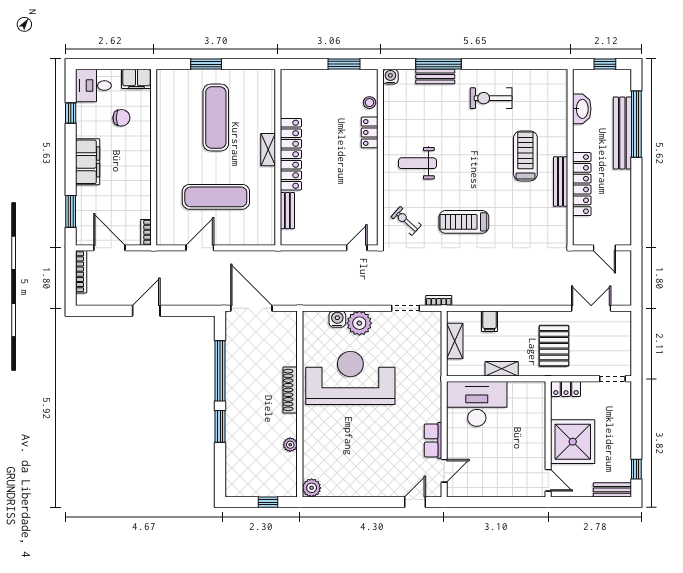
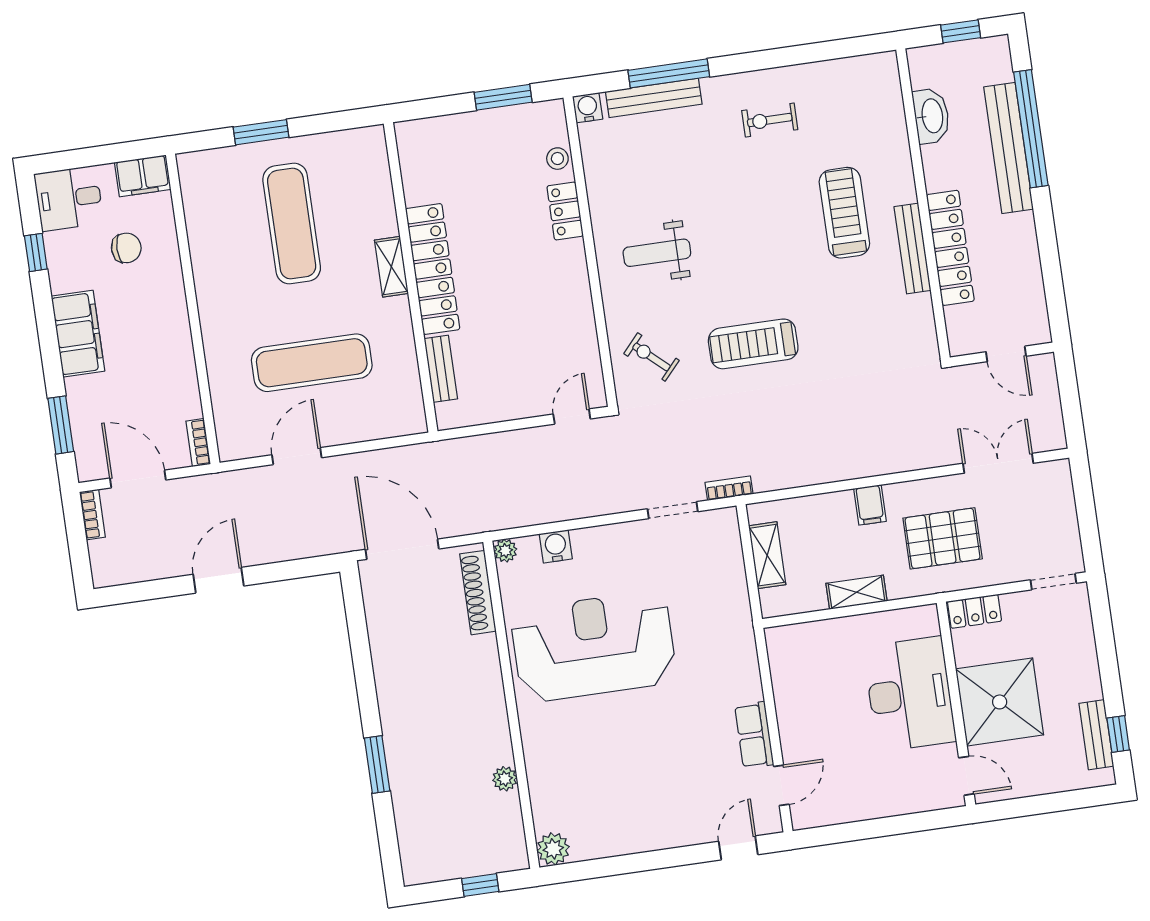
bench: (435, 76) -> (654, 98), width x1.36
exercise bike: (491, 98) -> (770, 120), width x0.73, depth x0.72
bookcase: (81, 272) -> (92, 515), width x0.64
filing cabinet: (490, 321) -> (870, 505), moved
plant: (359, 323) -> (505, 551), moved, width x0.53, depth x0.53
pallet: (554, 346) -> (943, 538), turned 90
window: (220, 371) -> (363, 667), removed
shoe rack: (290, 390) -> (478, 593), moved
desk: (477, 404) -> (910, 694), moved, turned 90
bench: (612, 490) -> (1096, 735), moved, turned 90

